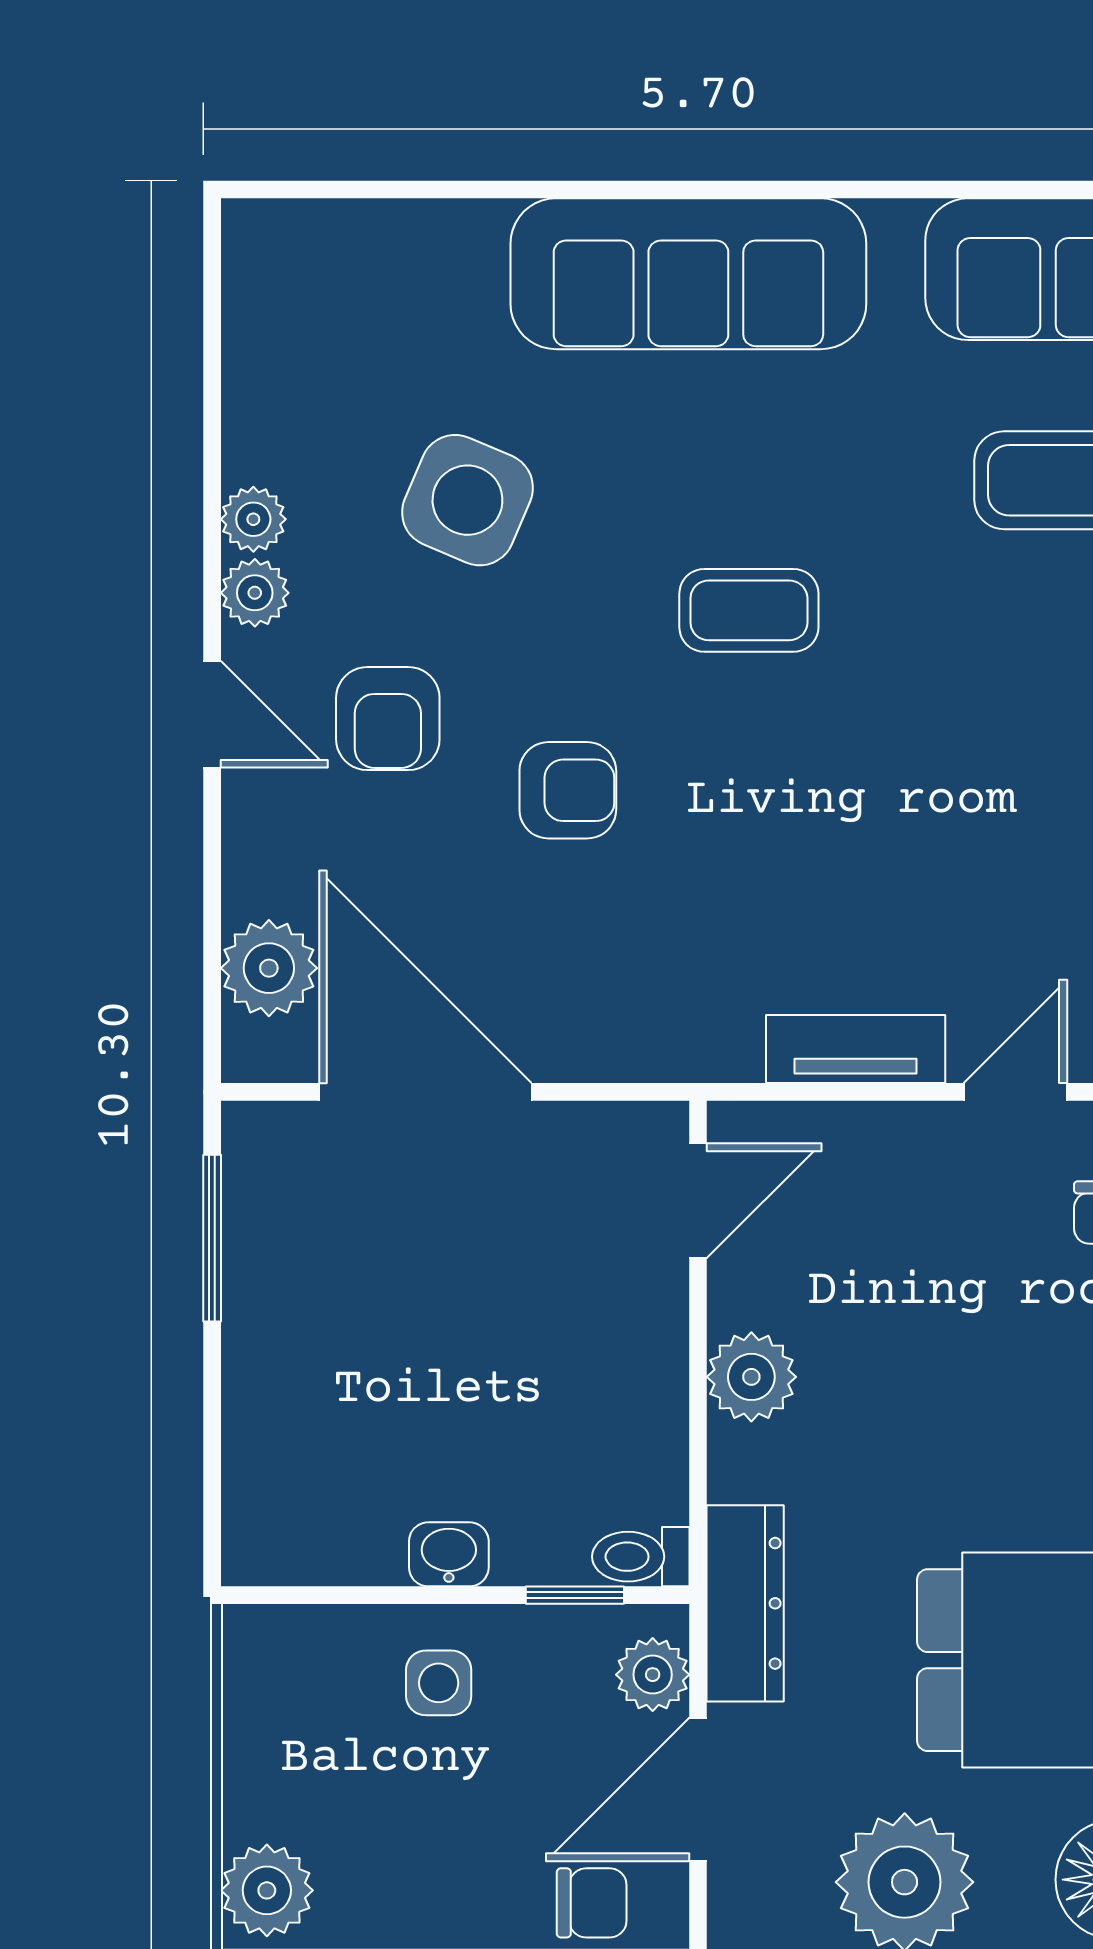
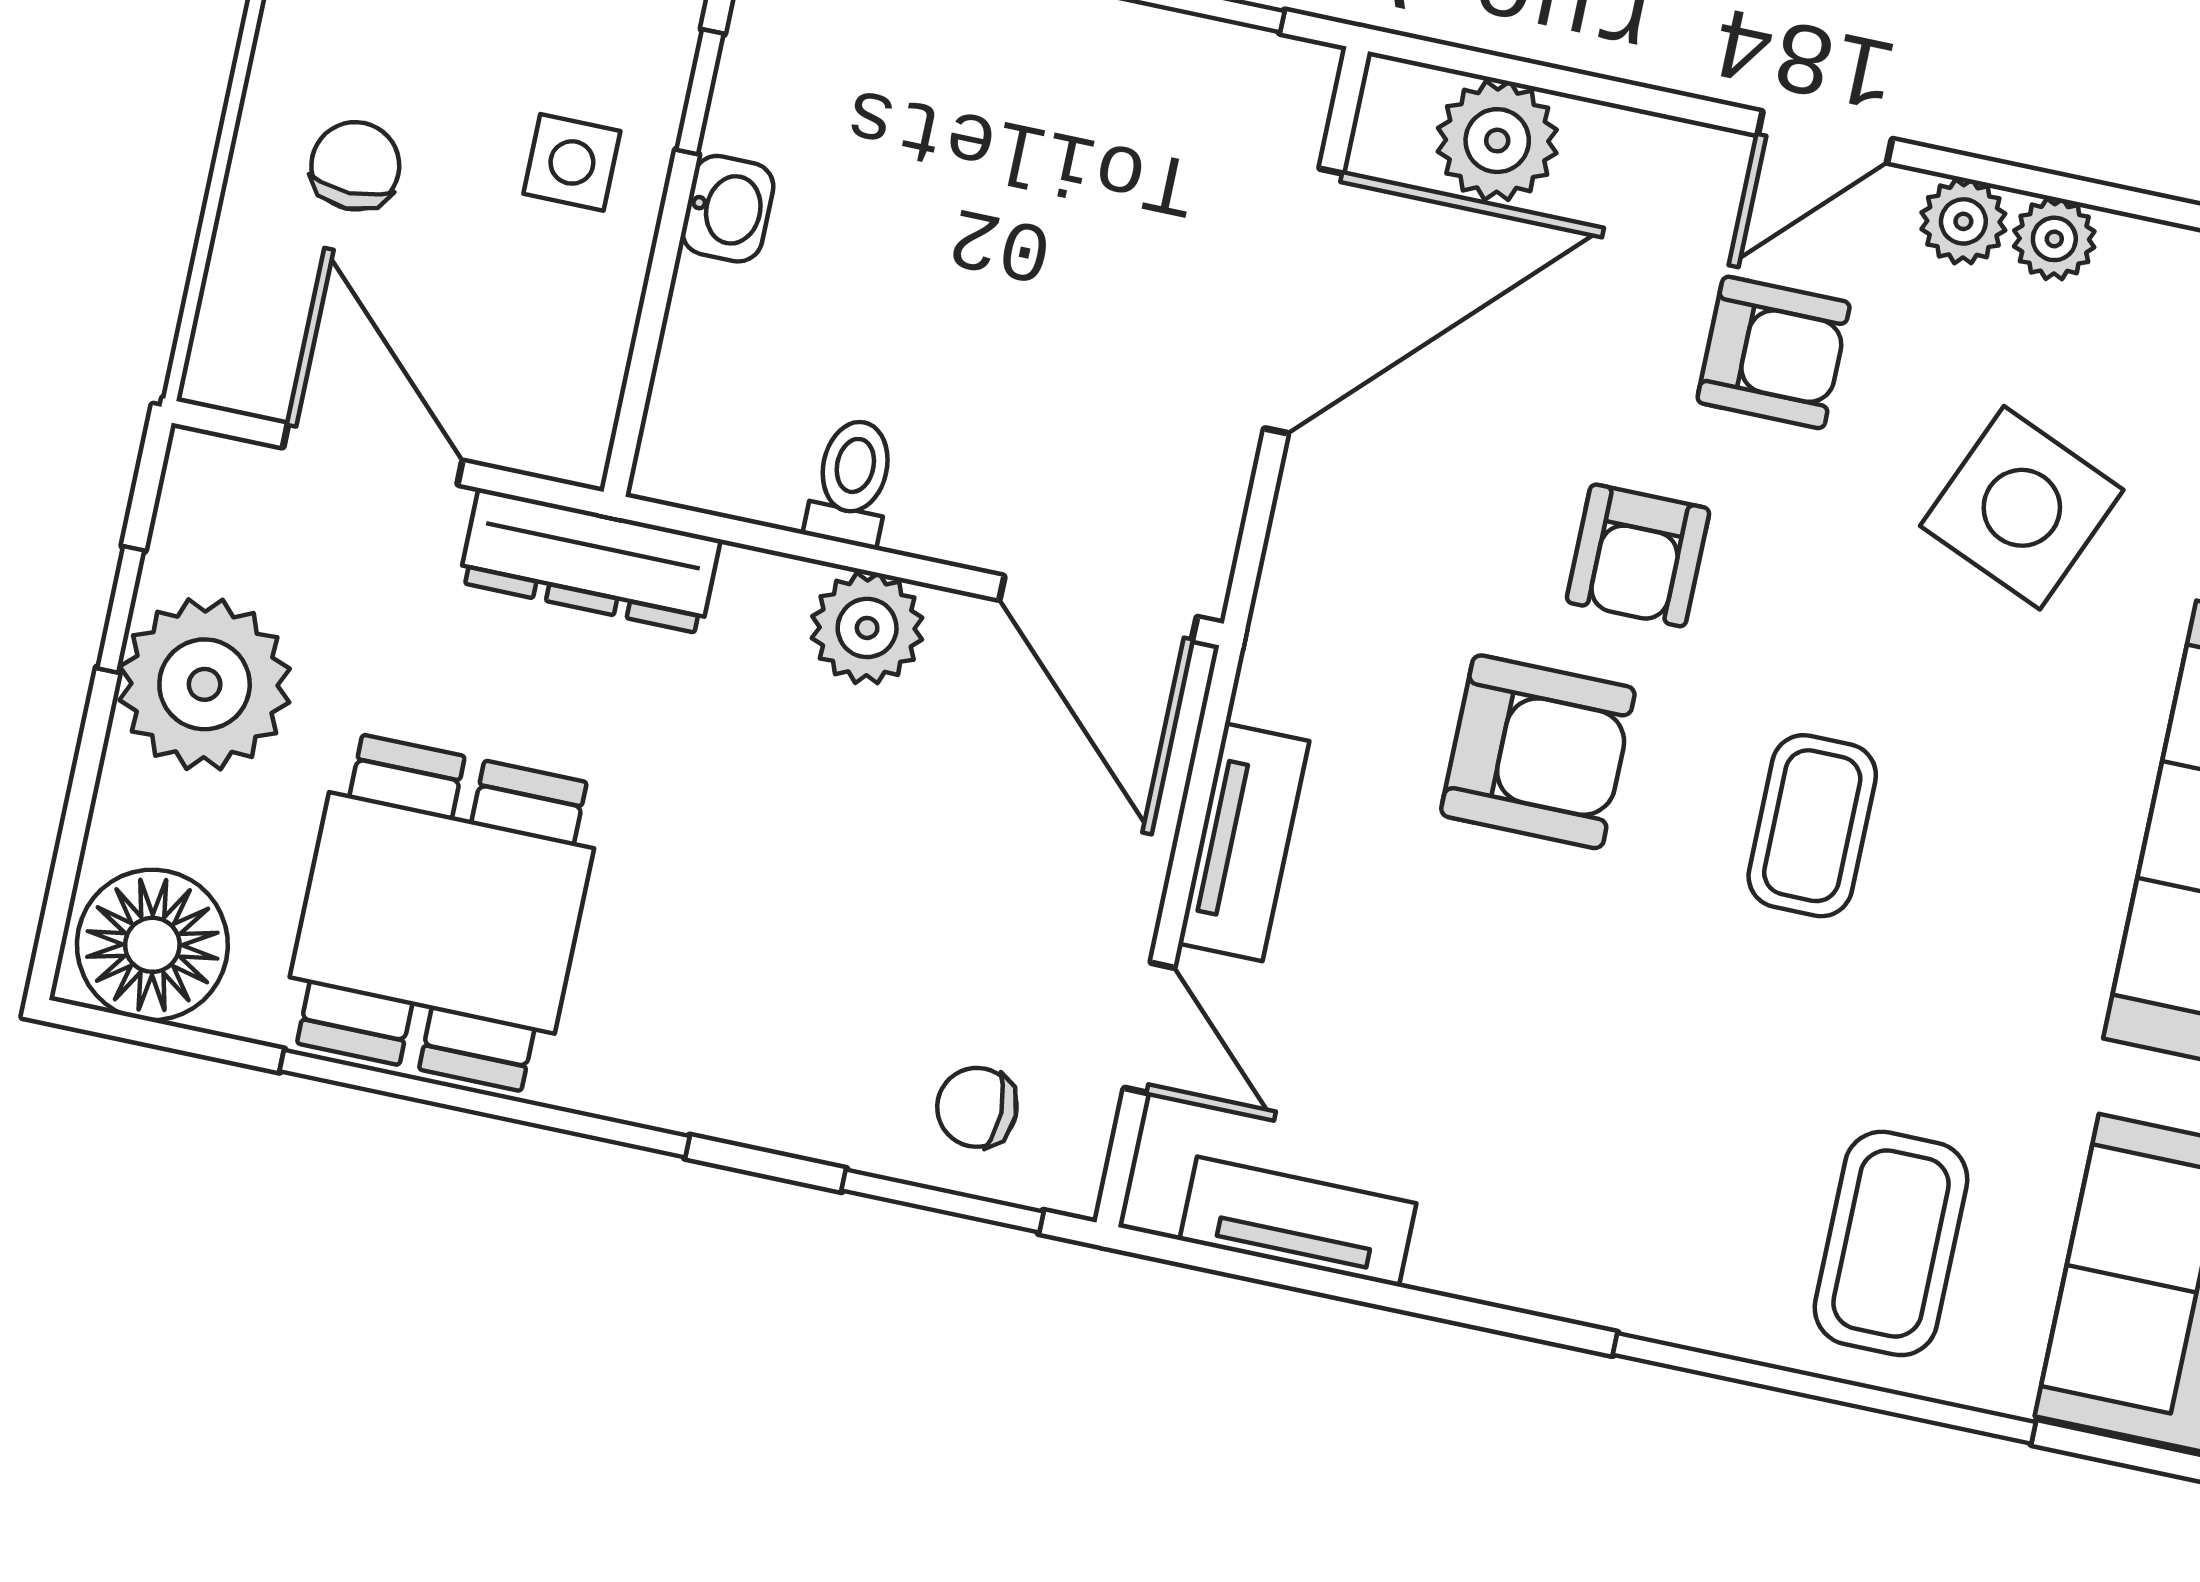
armchair: (388, 719) -> (1774, 352), turned 180
armchair: (737, 836) -> (1538, 752), added
door: (698, 1201) -> (1098, 608), width x1.38
toilet: (641, 1557) -> (852, 482), moved
window: (575, 1595) -> (700, 92), moved
plant: (653, 1675) -> (526, 428), removed
chair: (592, 1903) -> (355, 166), moved, turned 180

